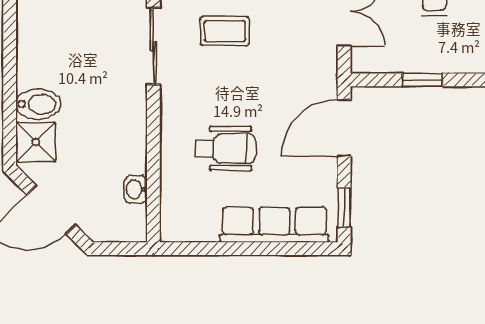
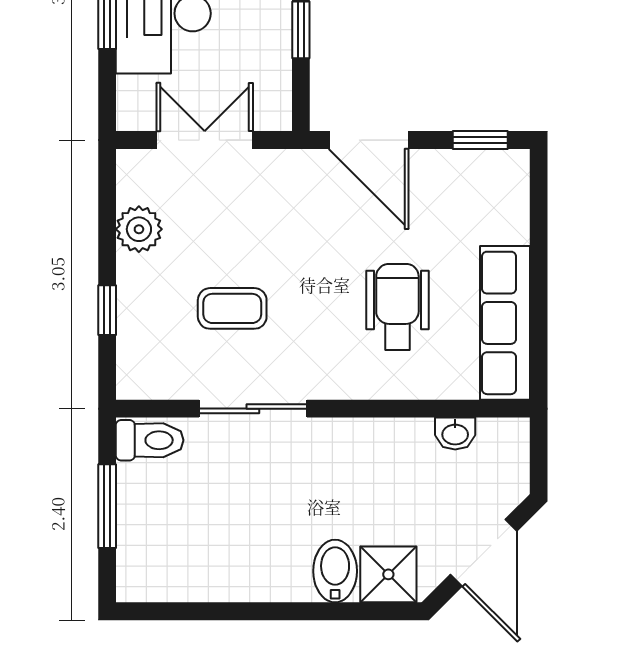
coffee table: (225, 31) -> (232, 308), turned 90
row of seats: (274, 225) -> (505, 323), moved

